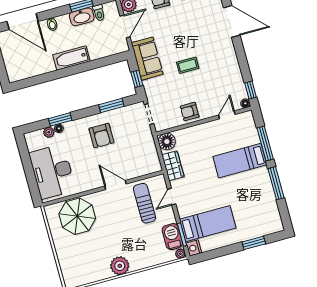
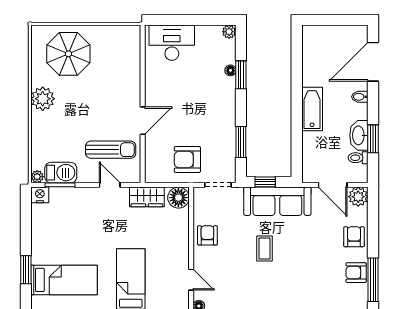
sofa: (147, 59) -> (277, 201), width x1.36
plant: (49, 132) -> (229, 32), moved
armchair: (101, 136) -> (187, 159), moved
desk: (52, 172) -> (172, 43), width x0.73, depth x0.77
parasol: (77, 216) -> (68, 54), moved
bed: (208, 224) -> (64, 280), moved, turned -90

